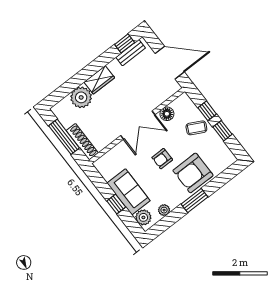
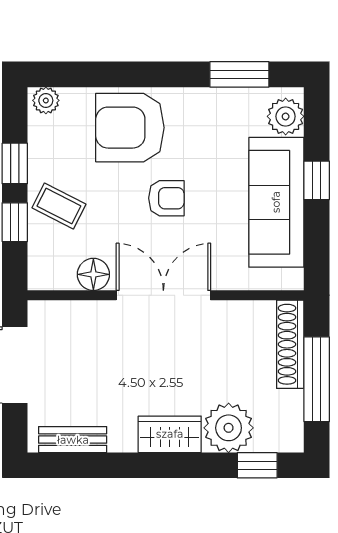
window: (125, 43) -> (257, 465), moved
armchair: (193, 173) -> (130, 128), turned 180
sofa: (129, 192) -> (276, 202), width x1.36
window: (195, 200) -> (239, 74), moved
plant: (164, 210) -> (46, 100), moved

